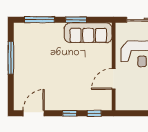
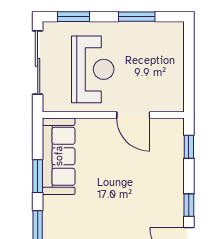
window: (70, 113) -> (189, 205), moved

